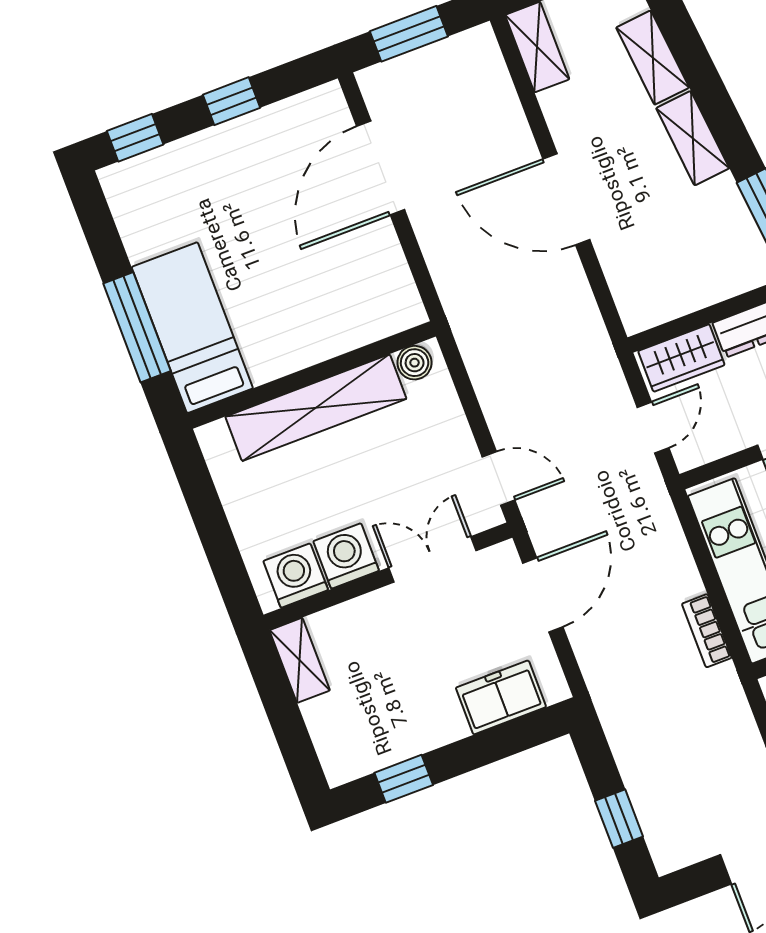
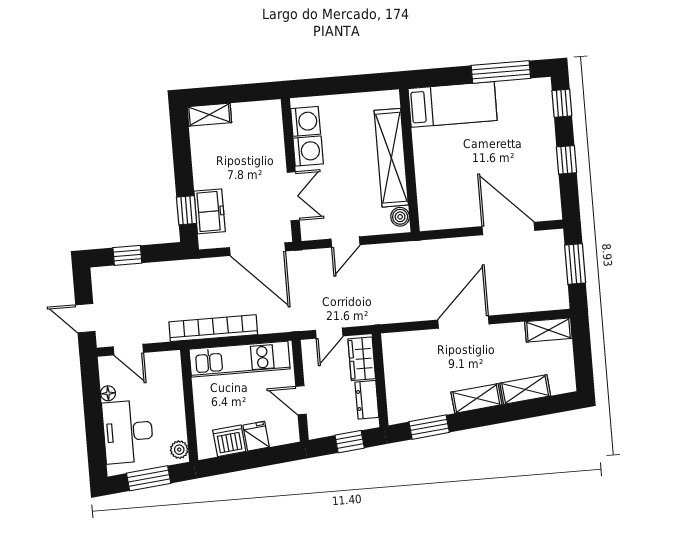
window: (137, 327) -> (501, 72), moved
door: (653, 428) -> (329, 333), hinge flipped
door: (499, 478) -> (346, 242), moved
door: (543, 595) -> (258, 249), width x1.36
bookcase: (707, 631) -> (213, 328), width x2.31, depth x1.31
shelving: (300, 660) -> (209, 115), moved
window: (404, 779) -> (187, 210), moved

